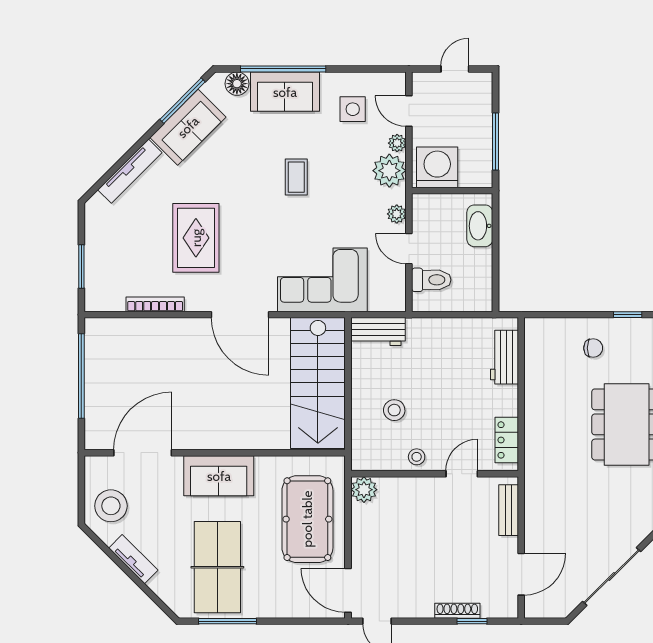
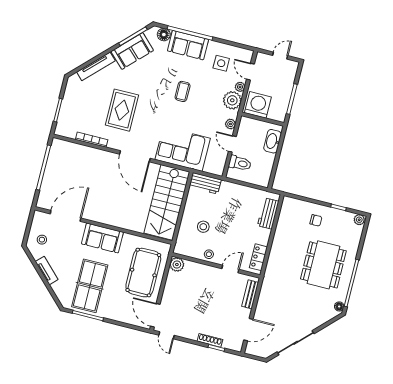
stool: (111, 506) -> (42, 240), width x0.53, depth x0.53

